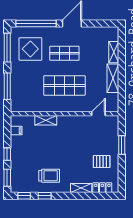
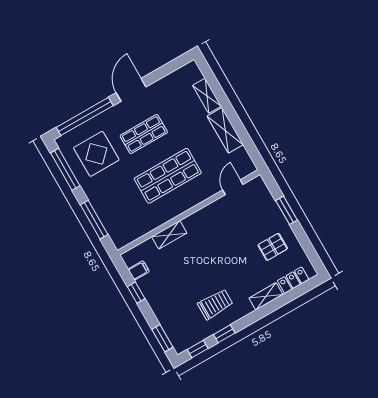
window: (7, 154) -> (136, 293), moved

